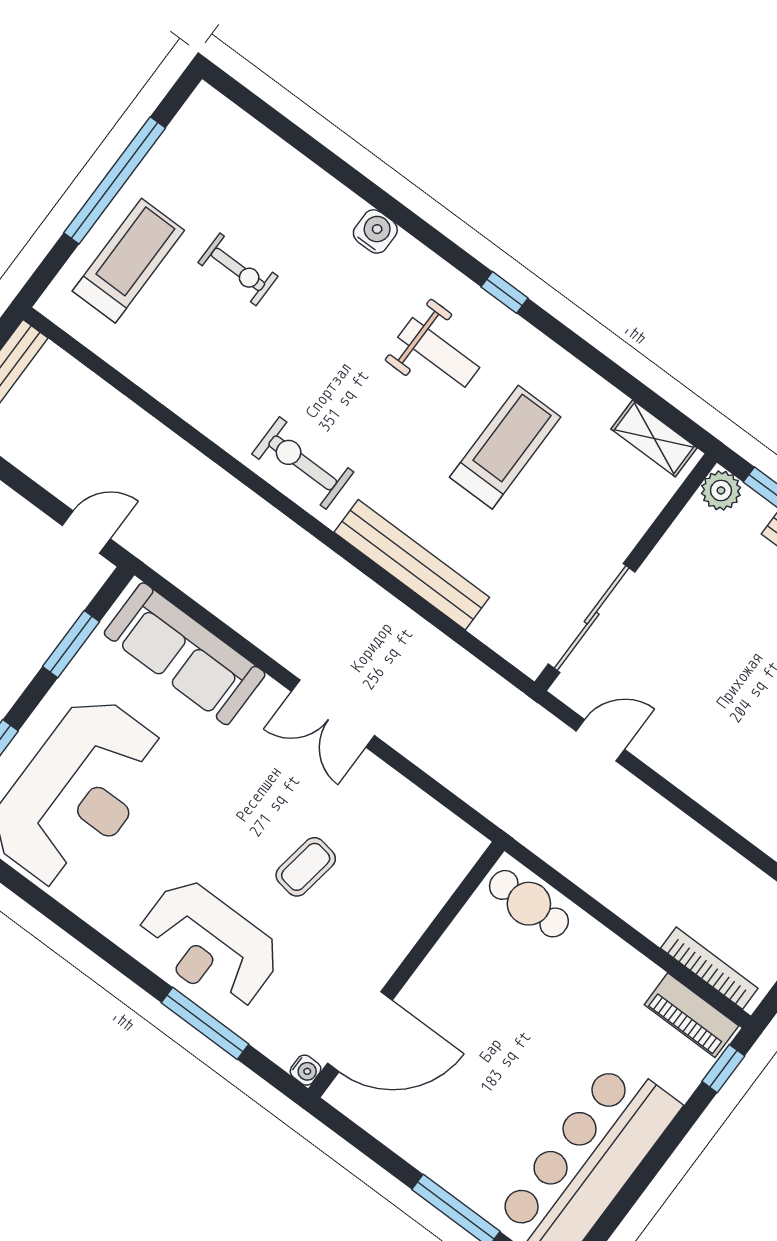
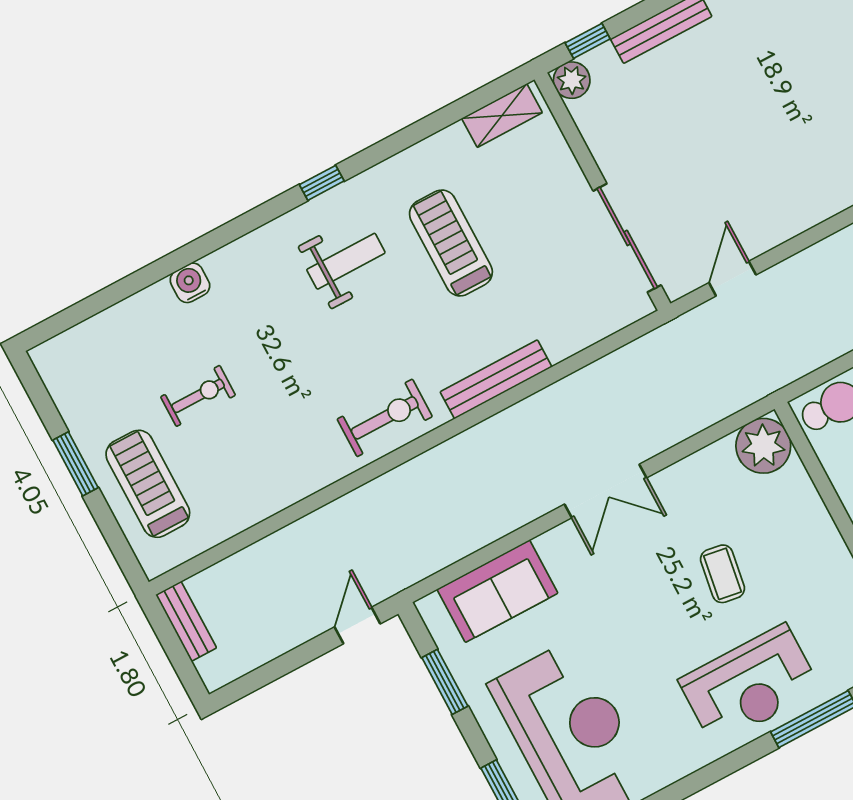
window: (115, 180) -> (76, 464), width x0.47
water cooler: (375, 231) -> (190, 283), moved
exercise bike: (303, 463) -> (385, 418), turned 180
bench: (412, 565) -> (496, 379), width x0.73, depth x0.82
sofa: (185, 654) -> (497, 591), width x0.73
plant: (450, 848) -> (763, 446), added

